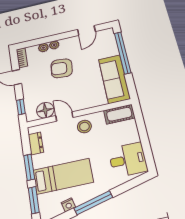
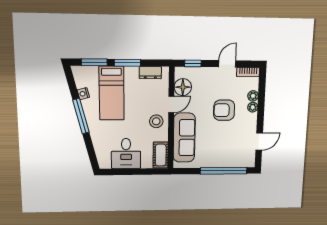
door: (86, 31) -> (259, 142), swing flipped
armchair: (62, 68) -> (224, 110), turned -96
sofa: (114, 79) -> (184, 138), moved, turned 90
desk: (128, 160) -> (126, 154), moved

